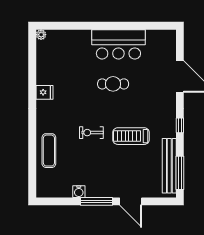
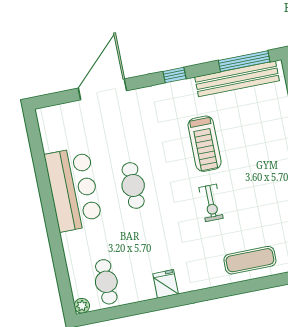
cafe table: (54, 54) -> (106, 282), added

